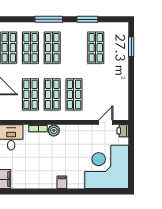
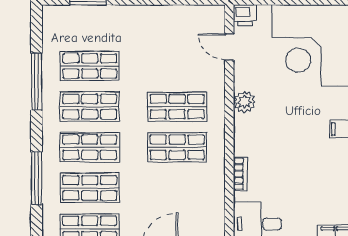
window: (49, 19) -> (37, 178), moved
window: (87, 19) -> (37, 81), width x1.44
shop shelf: (31, 94) -> (90, 107), moved
plant: (54, 130) -> (245, 102), moved

